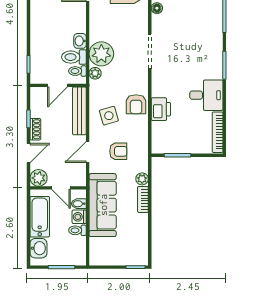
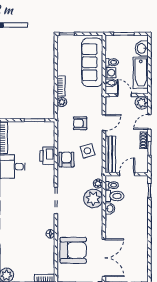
sofa: (103, 205) -> (92, 62), moved

